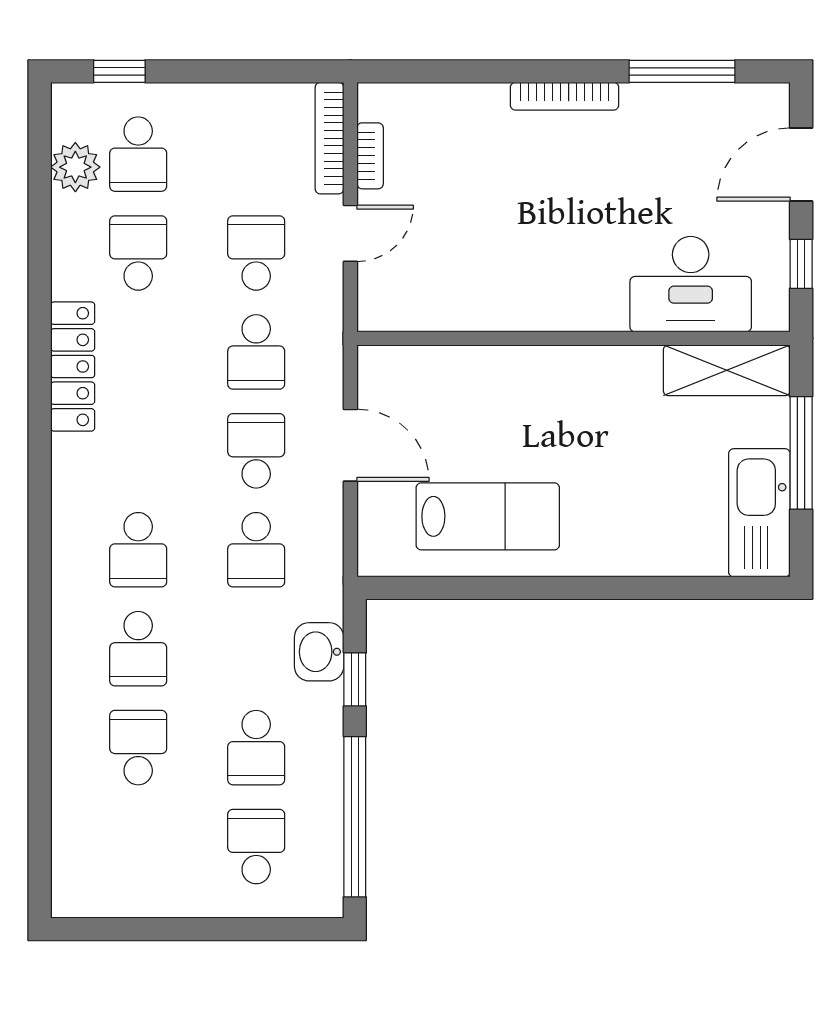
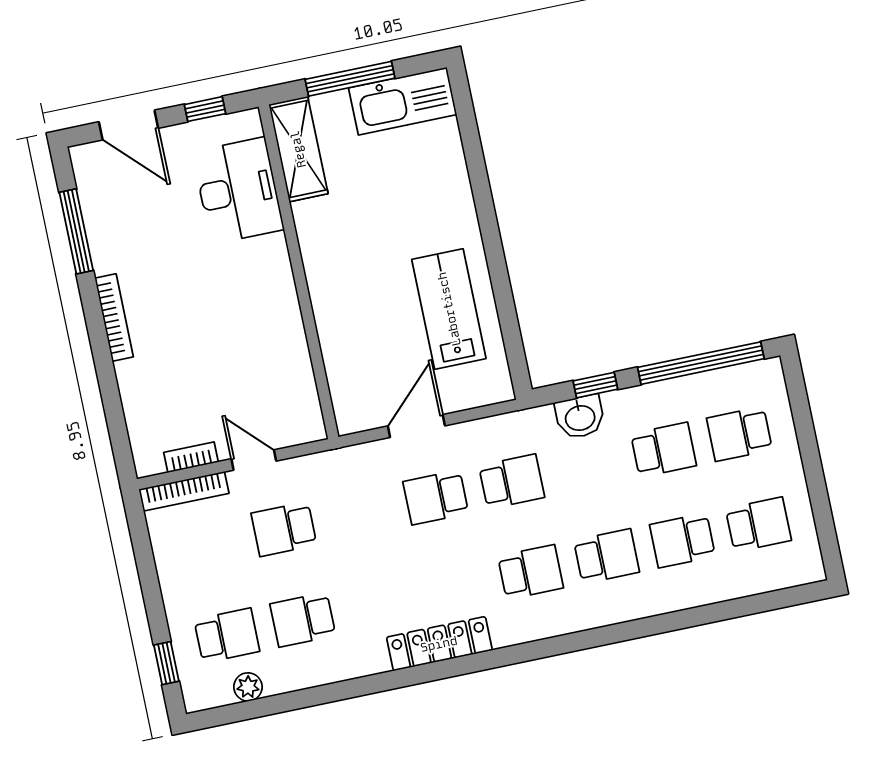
plant: (75, 167) -> (248, 687), width x0.73, depth x0.73
school desk: (256, 352) -> (758, 525), moved
locker: (73, 367) -> (439, 644), moved

